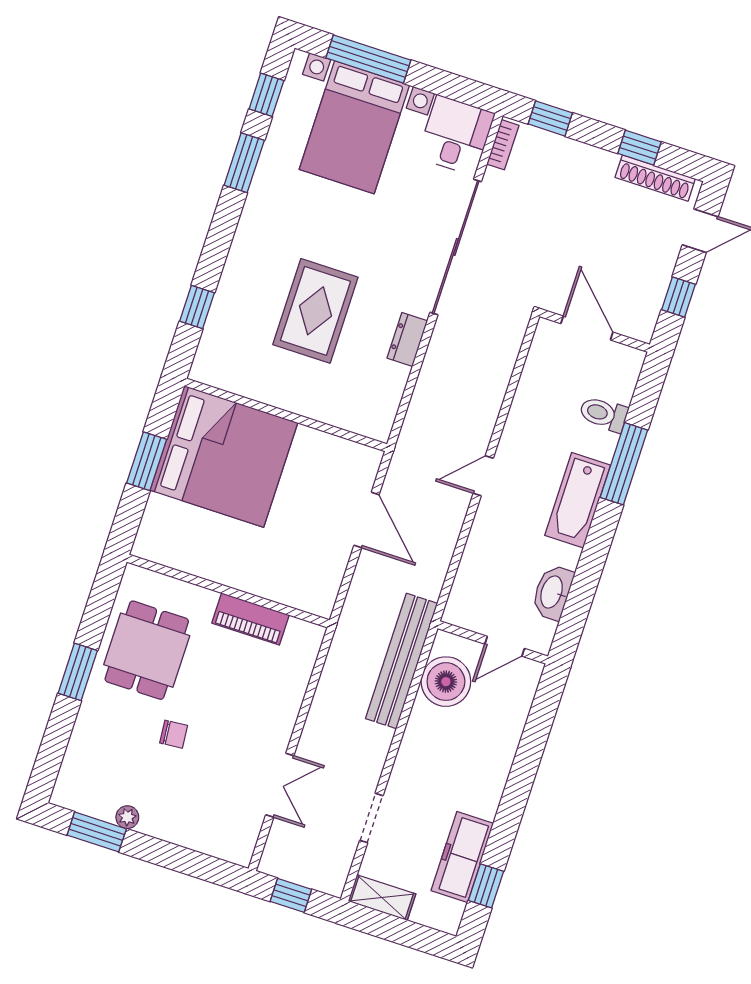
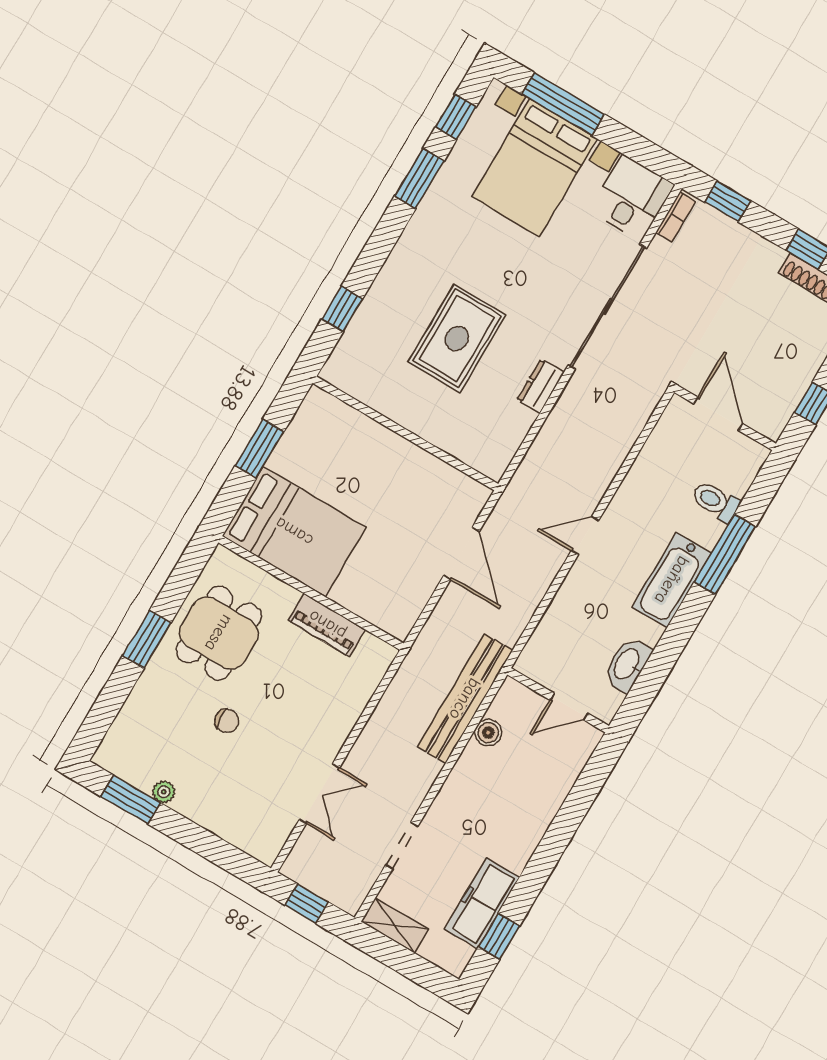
bed: (224, 456) -> (294, 532), moved, width x0.73
boiler: (446, 682) -> (488, 733), width x0.54, depth x0.54

